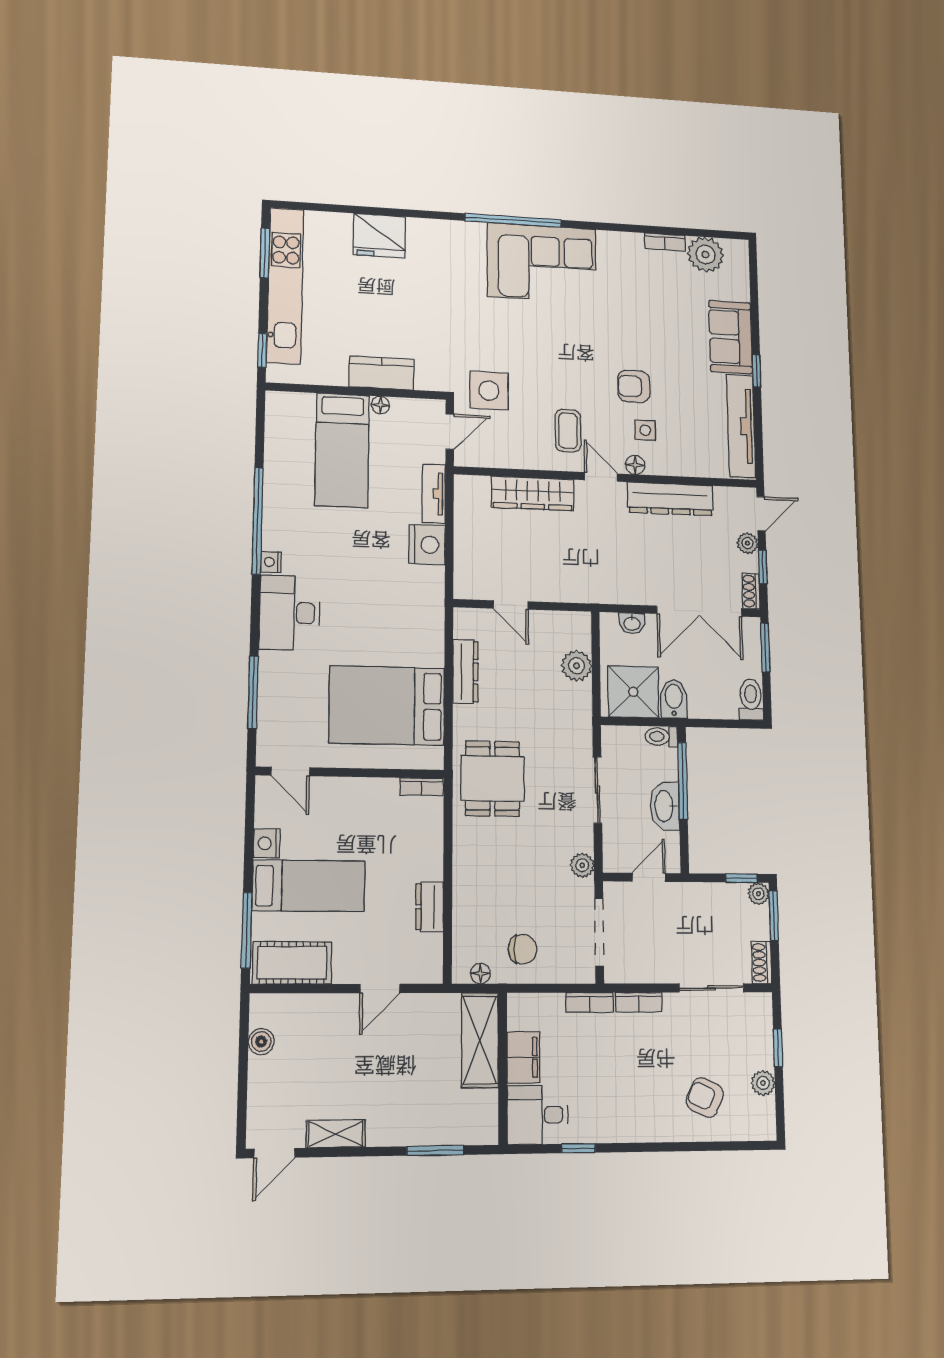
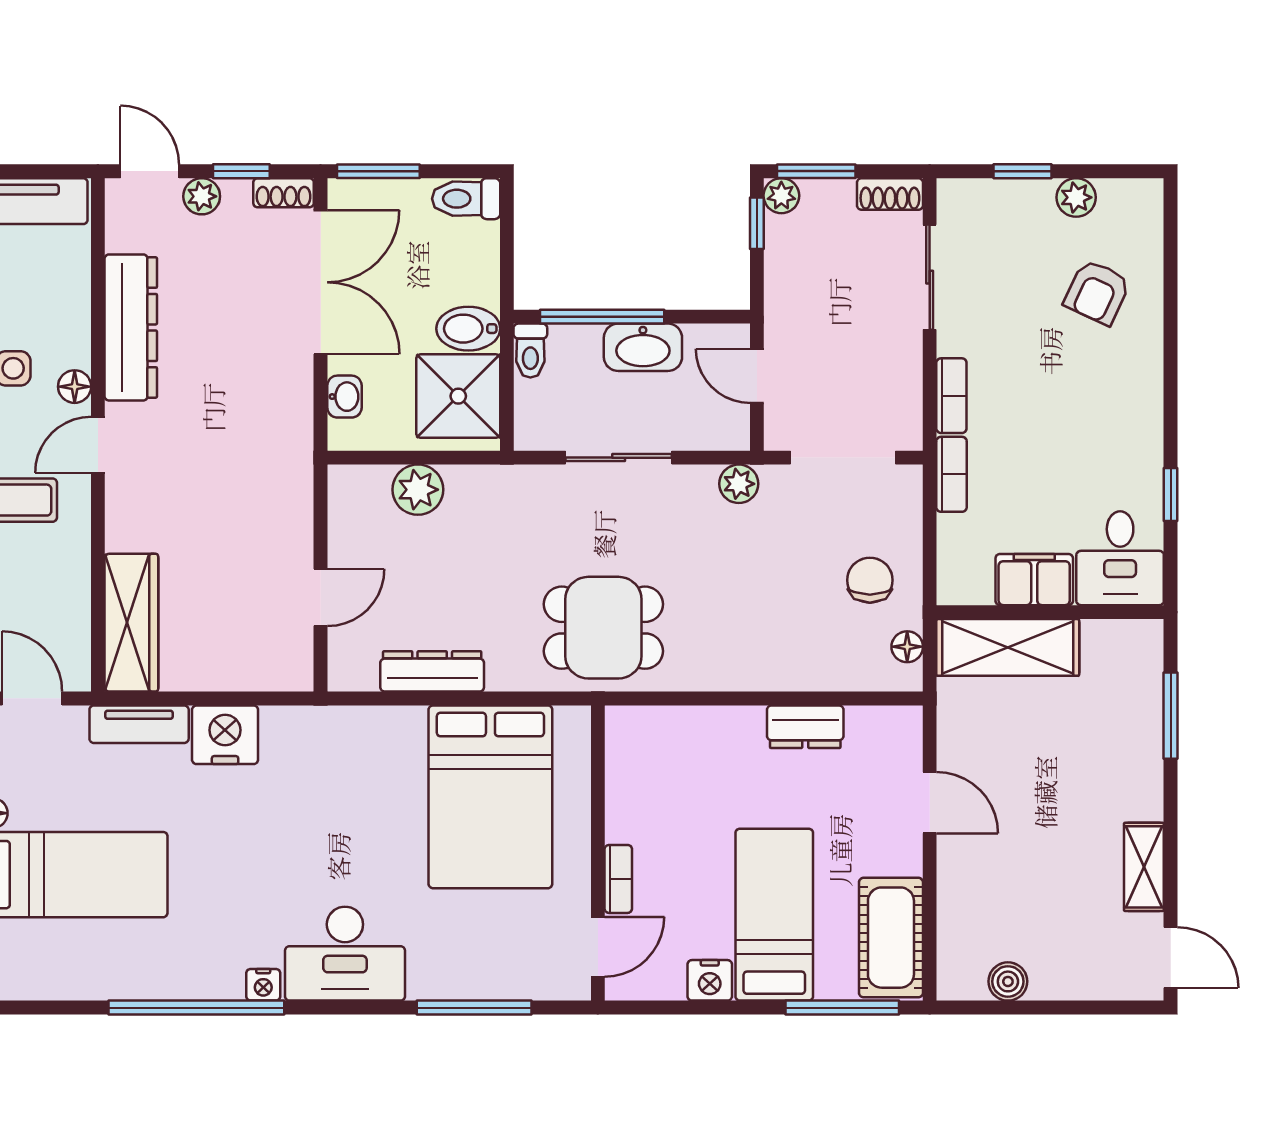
wardrobe: (533, 493) -> (131, 623), moved
bookcase: (422, 787) -> (618, 879), moved

